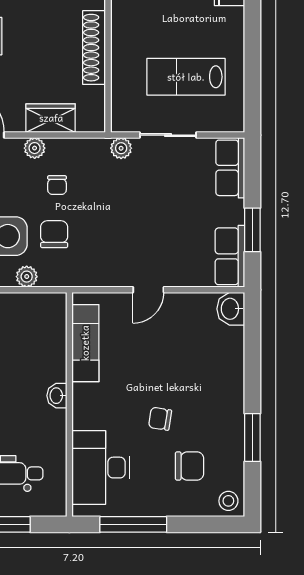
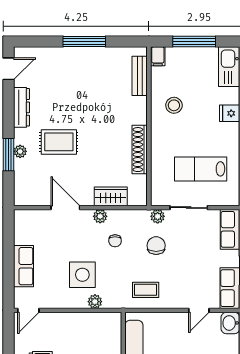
chair: (54, 234) -> (156, 246), moved
coffee table: (103, 259) -> (146, 290), added
door: (148, 290) -> (199, 310), moved

